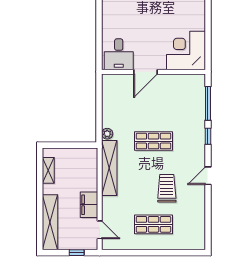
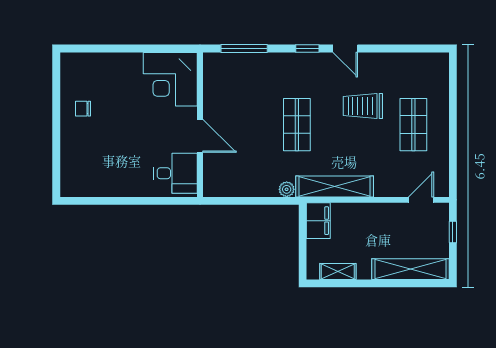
window: (208, 136) -> (307, 48), moved
filing cabinet: (89, 205) -> (318, 221), moved, turned -90

